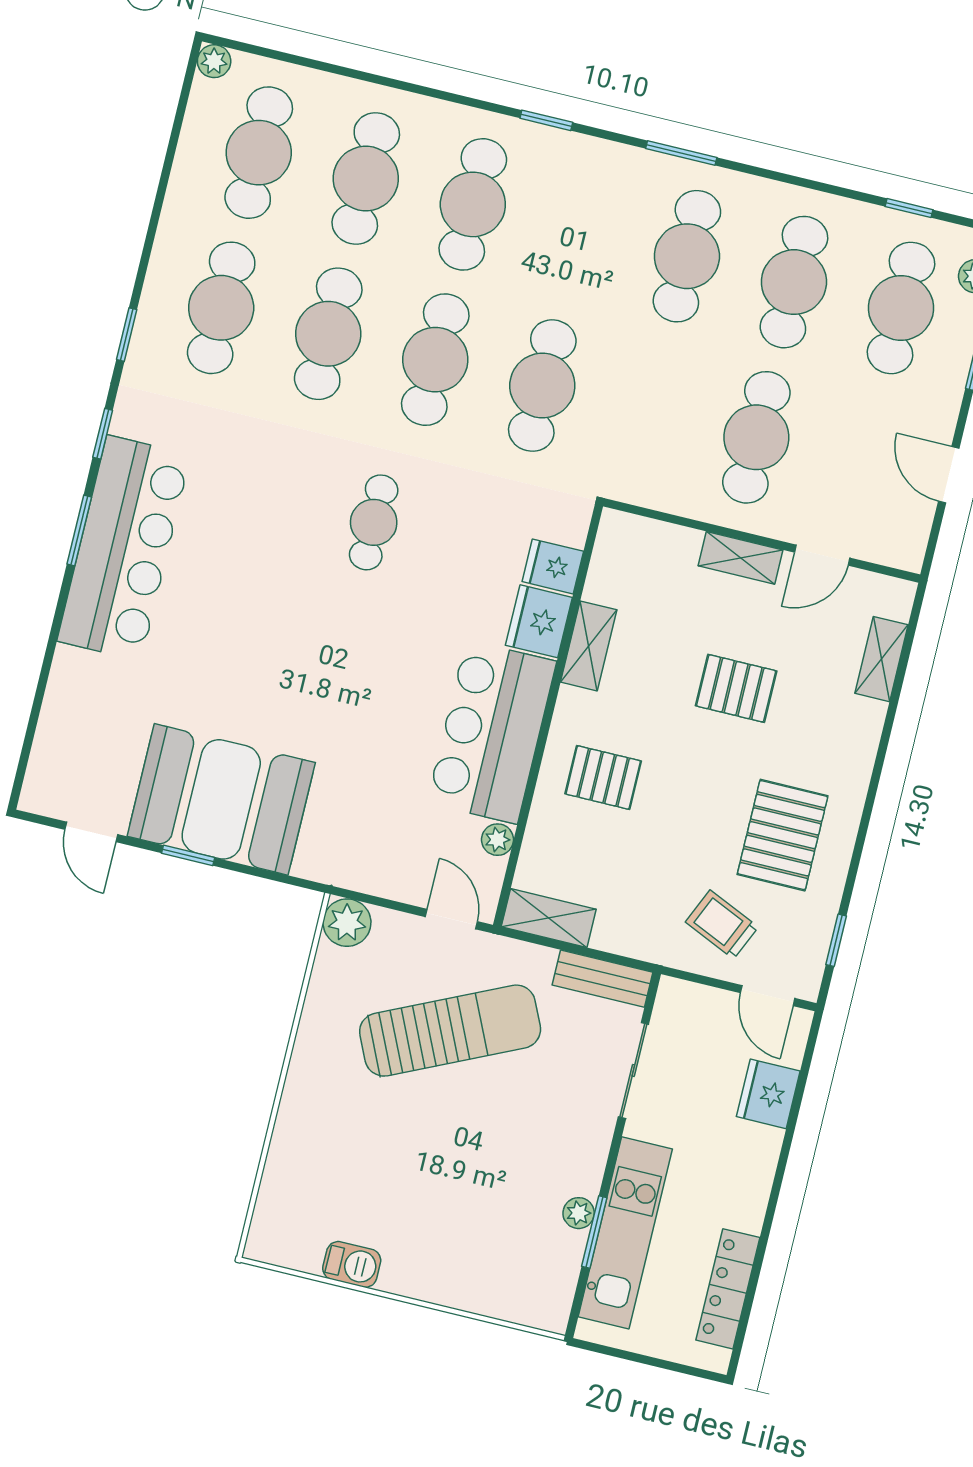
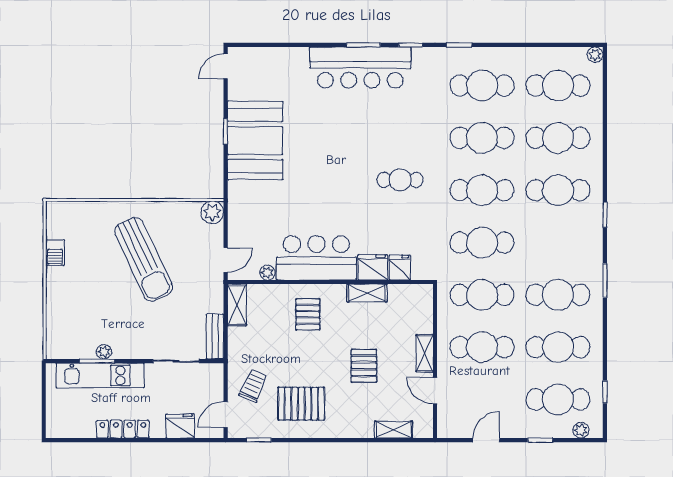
cafe table: (649, 411) -> (482, 295), added
door: (91, 832) -> (226, 66), moved
sun lounger: (450, 1031) -> (144, 259), moved
locker: (728, 1289) -> (123, 429), moved

